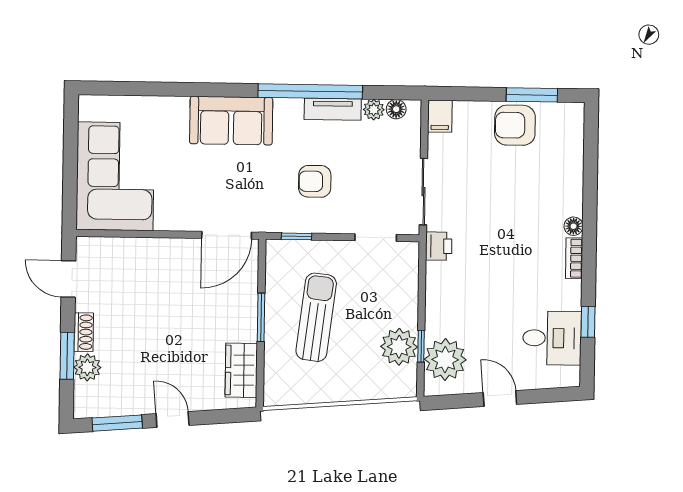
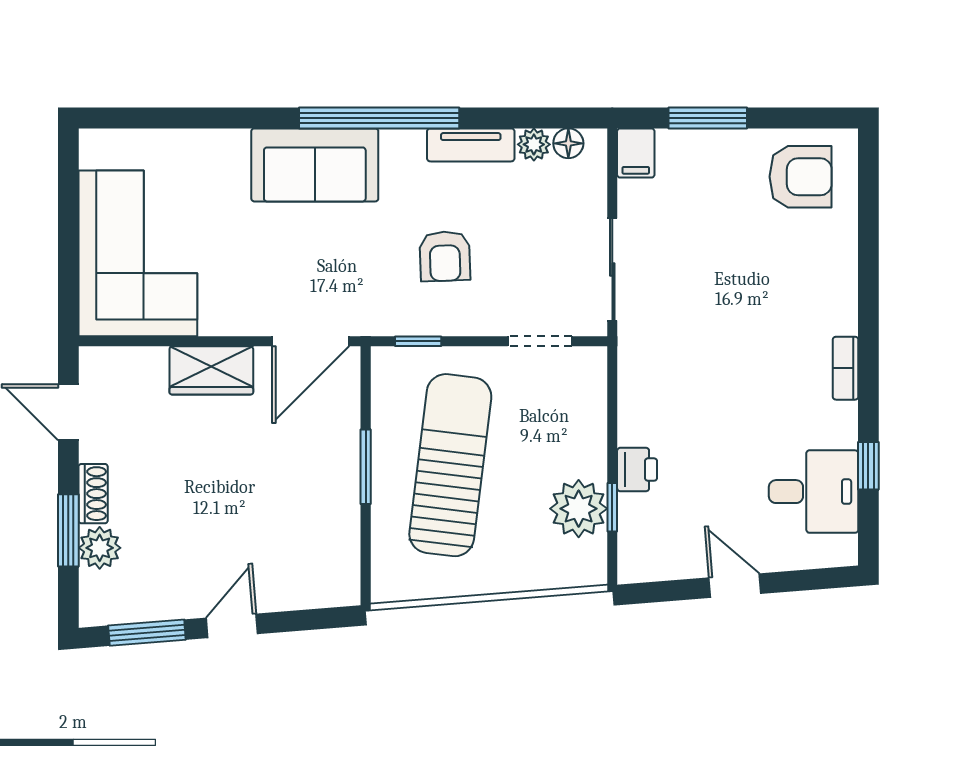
window: (310, 91) -> (379, 118), moved
window: (532, 95) -> (708, 118), moved
armchair: (515, 125) -> (801, 177), moved, turned 180
armchair: (315, 181) -> (445, 256), turned -92
floor lamp: (573, 226) -> (844, 319), removed
printer: (439, 246) -> (637, 470), moved
sun lounger: (316, 317) -> (450, 465), width x1.36, depth x1.34
plant: (445, 360) -> (650, 527), removed
wardrobe: (241, 370) -> (211, 370), moved, turned -90
door: (173, 419) -> (232, 626), hinge flipped

